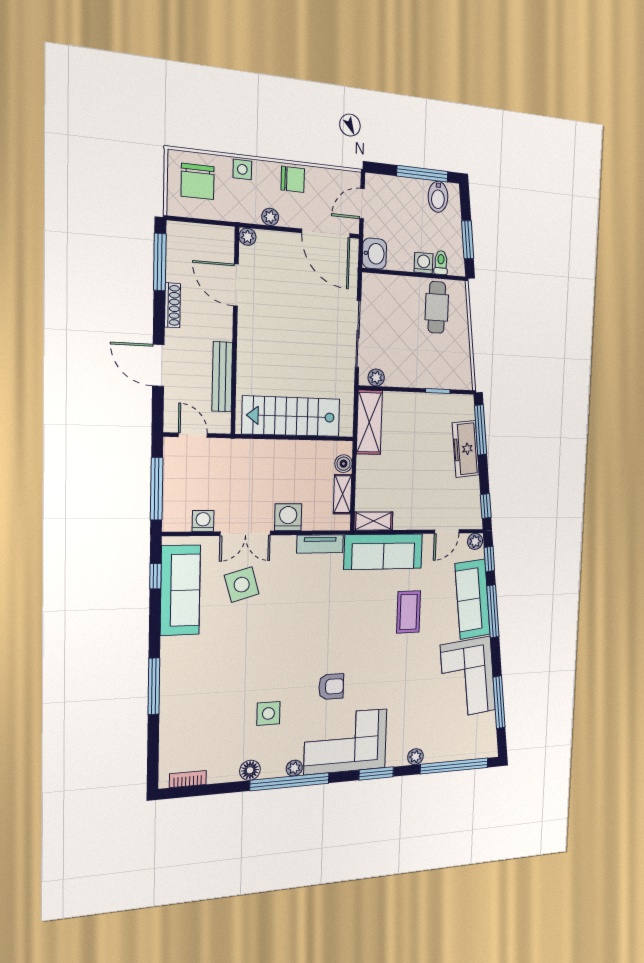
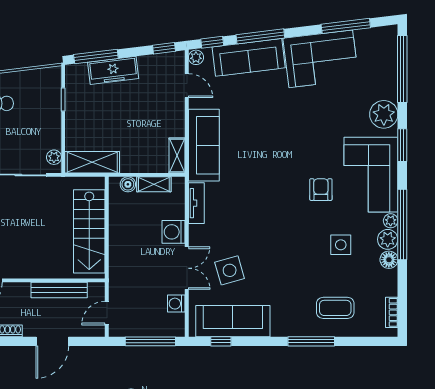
coffee table: (409, 612) -> (335, 308), moved
plant: (415, 757) -> (384, 114), width x1.88, depth x1.88
plant: (273, 767) -> (388, 239), added

